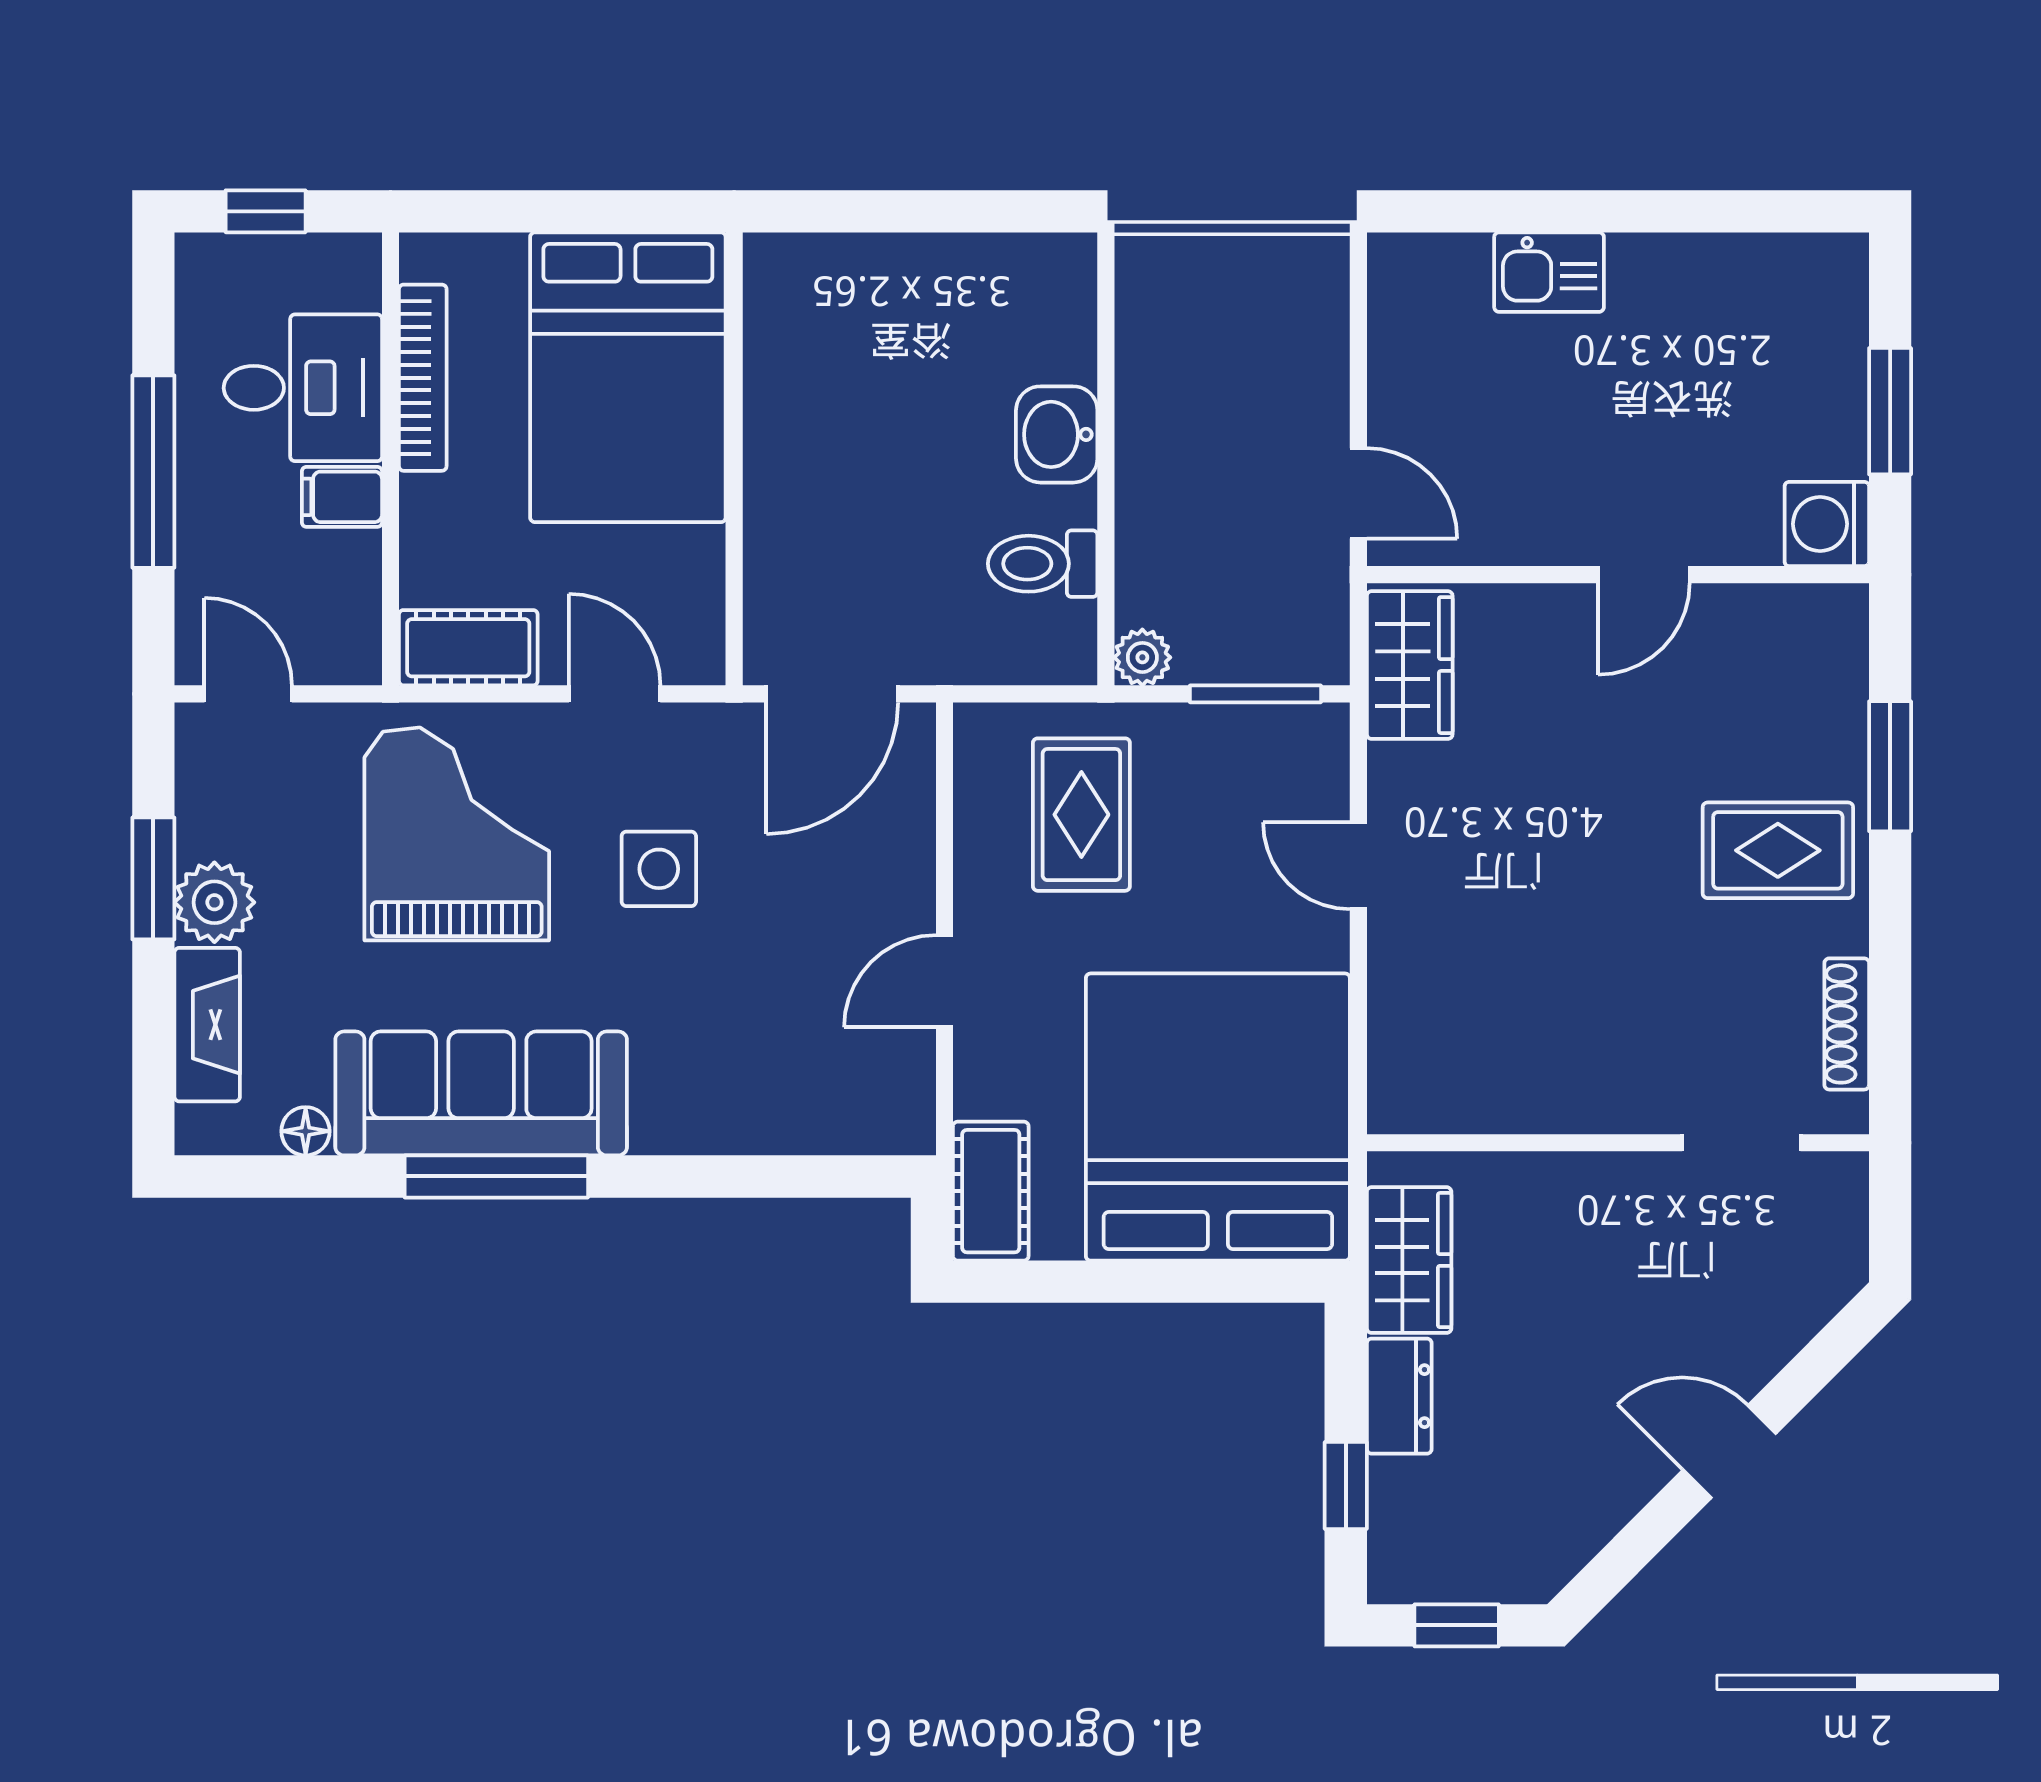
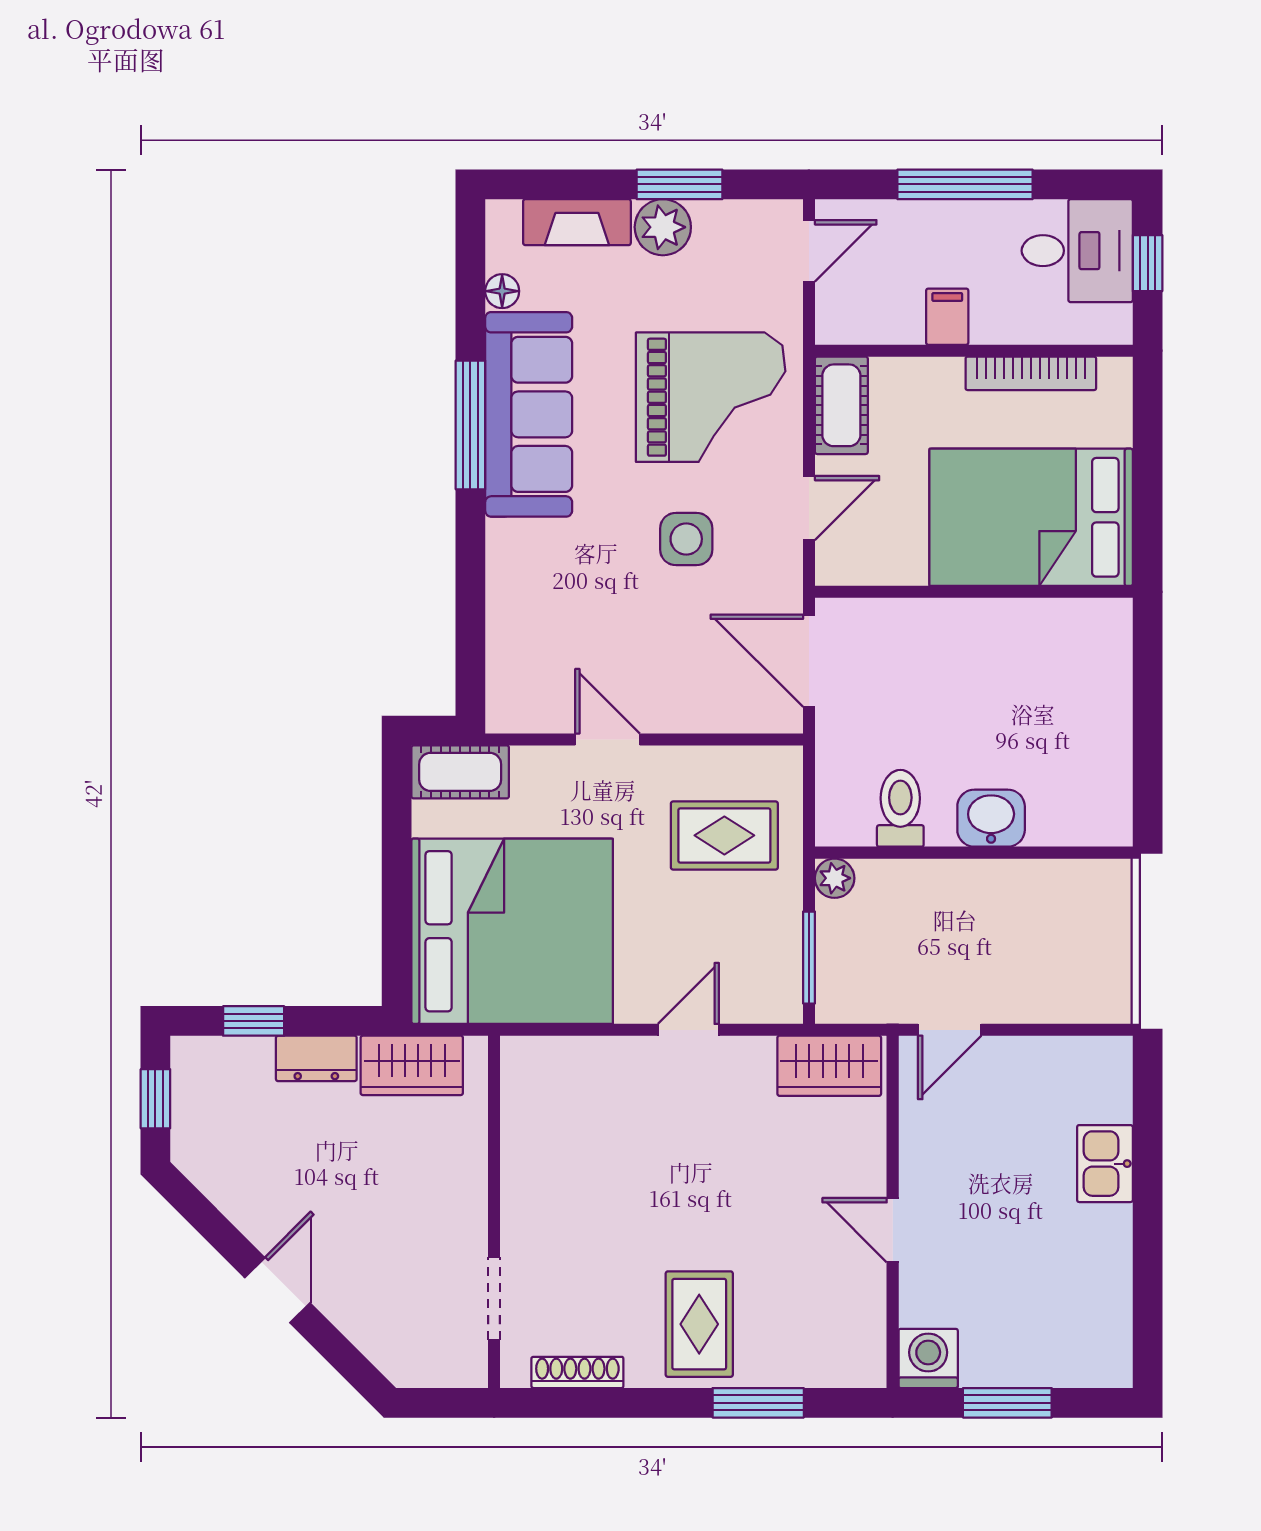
desk: (303, 388) -> (1077, 251), moved, turned -90

